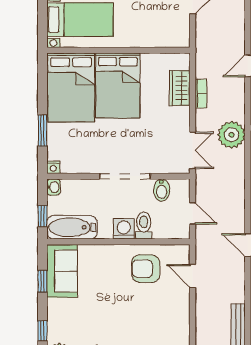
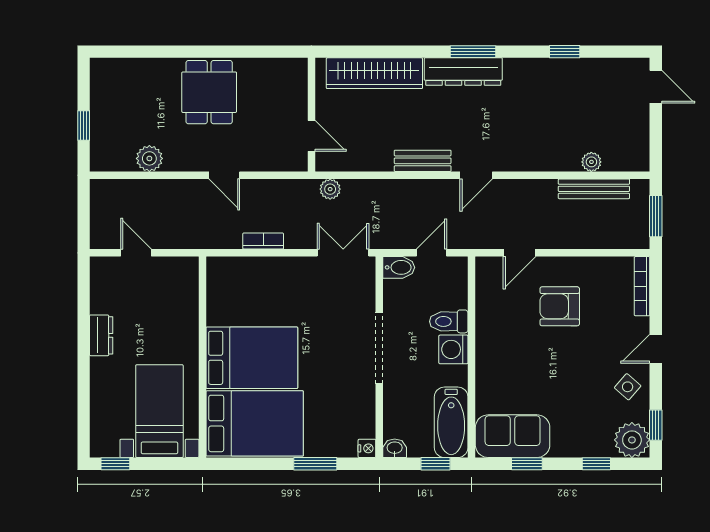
wardrobe: (180, 88) -> (256, 271), removed
plant: (232, 135) -> (330, 189), width x0.53, depth x0.53
bidet: (162, 190) -> (399, 267), moved
armchair: (146, 269) -> (560, 306), moved, turned 90

